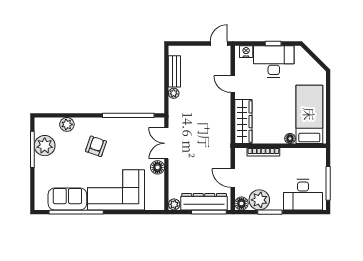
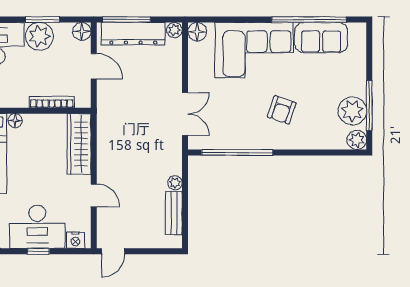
plant: (67, 124) -> (357, 140), moved
floor lamp: (157, 167) -> (197, 32), moved
plant: (259, 200) -> (39, 36), moved

